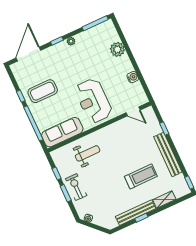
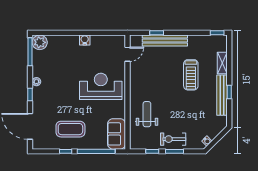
plant: (117, 49) -> (40, 42), moved
water cooler: (133, 77) -> (85, 40), moved
coffee table: (43, 91) -> (70, 129), turned 90
reception desk: (93, 101) -> (101, 86), turned 180
sofa: (62, 132) -> (117, 134), width x0.73
bench: (168, 154) -> (165, 40), moved
treadmill: (141, 176) -> (191, 75), turned 180

